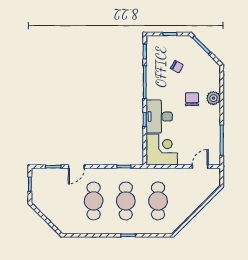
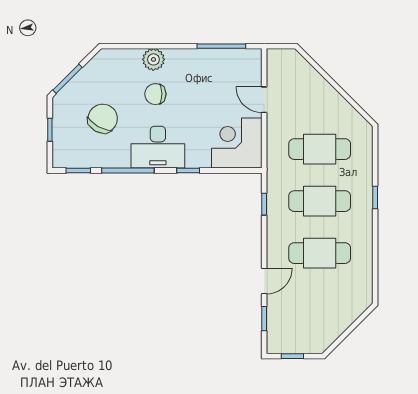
chair: (177, 67) -> (103, 119), width x1.87, depth x1.87
desk: (159, 117) -> (158, 147), moved
door: (76, 167) -> (264, 281), hinge flipped
door: (200, 167) -> (264, 100), moved

